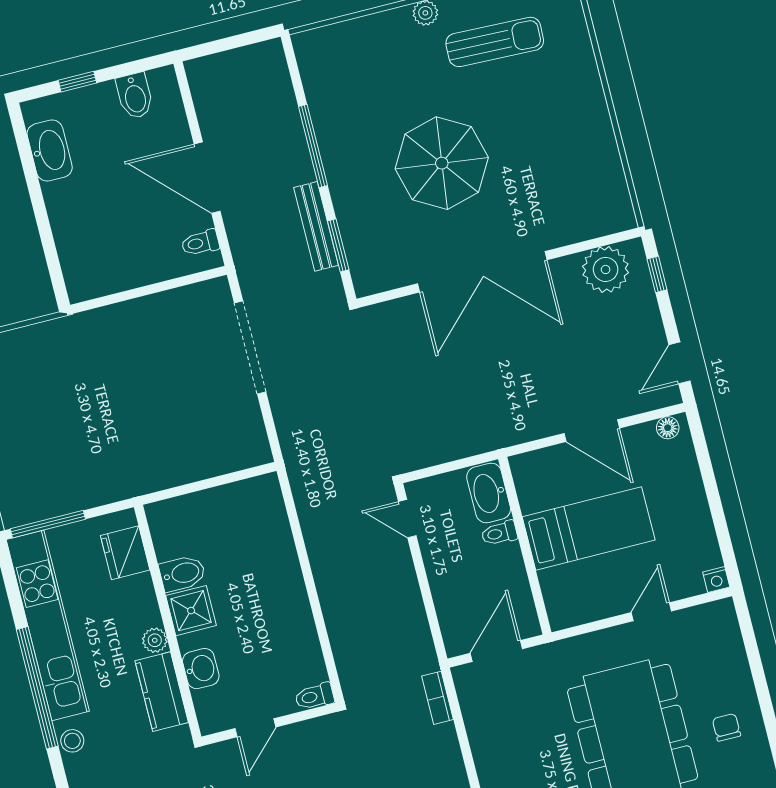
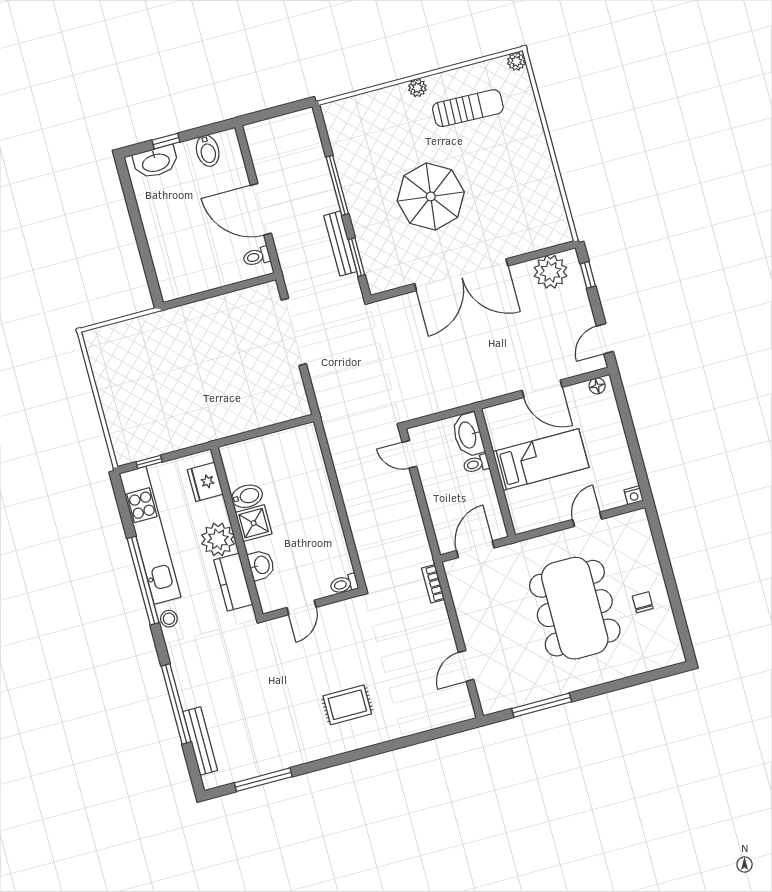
washbasin: (50, 151) -> (156, 162), moved, turned 90
window: (48, 524) -> (149, 462), width x0.46
plant: (155, 640) -> (218, 539), width x1.87, depth x1.87

